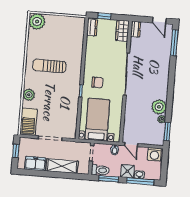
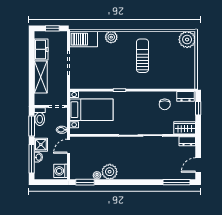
chair: (97, 82) -> (165, 104), moved

